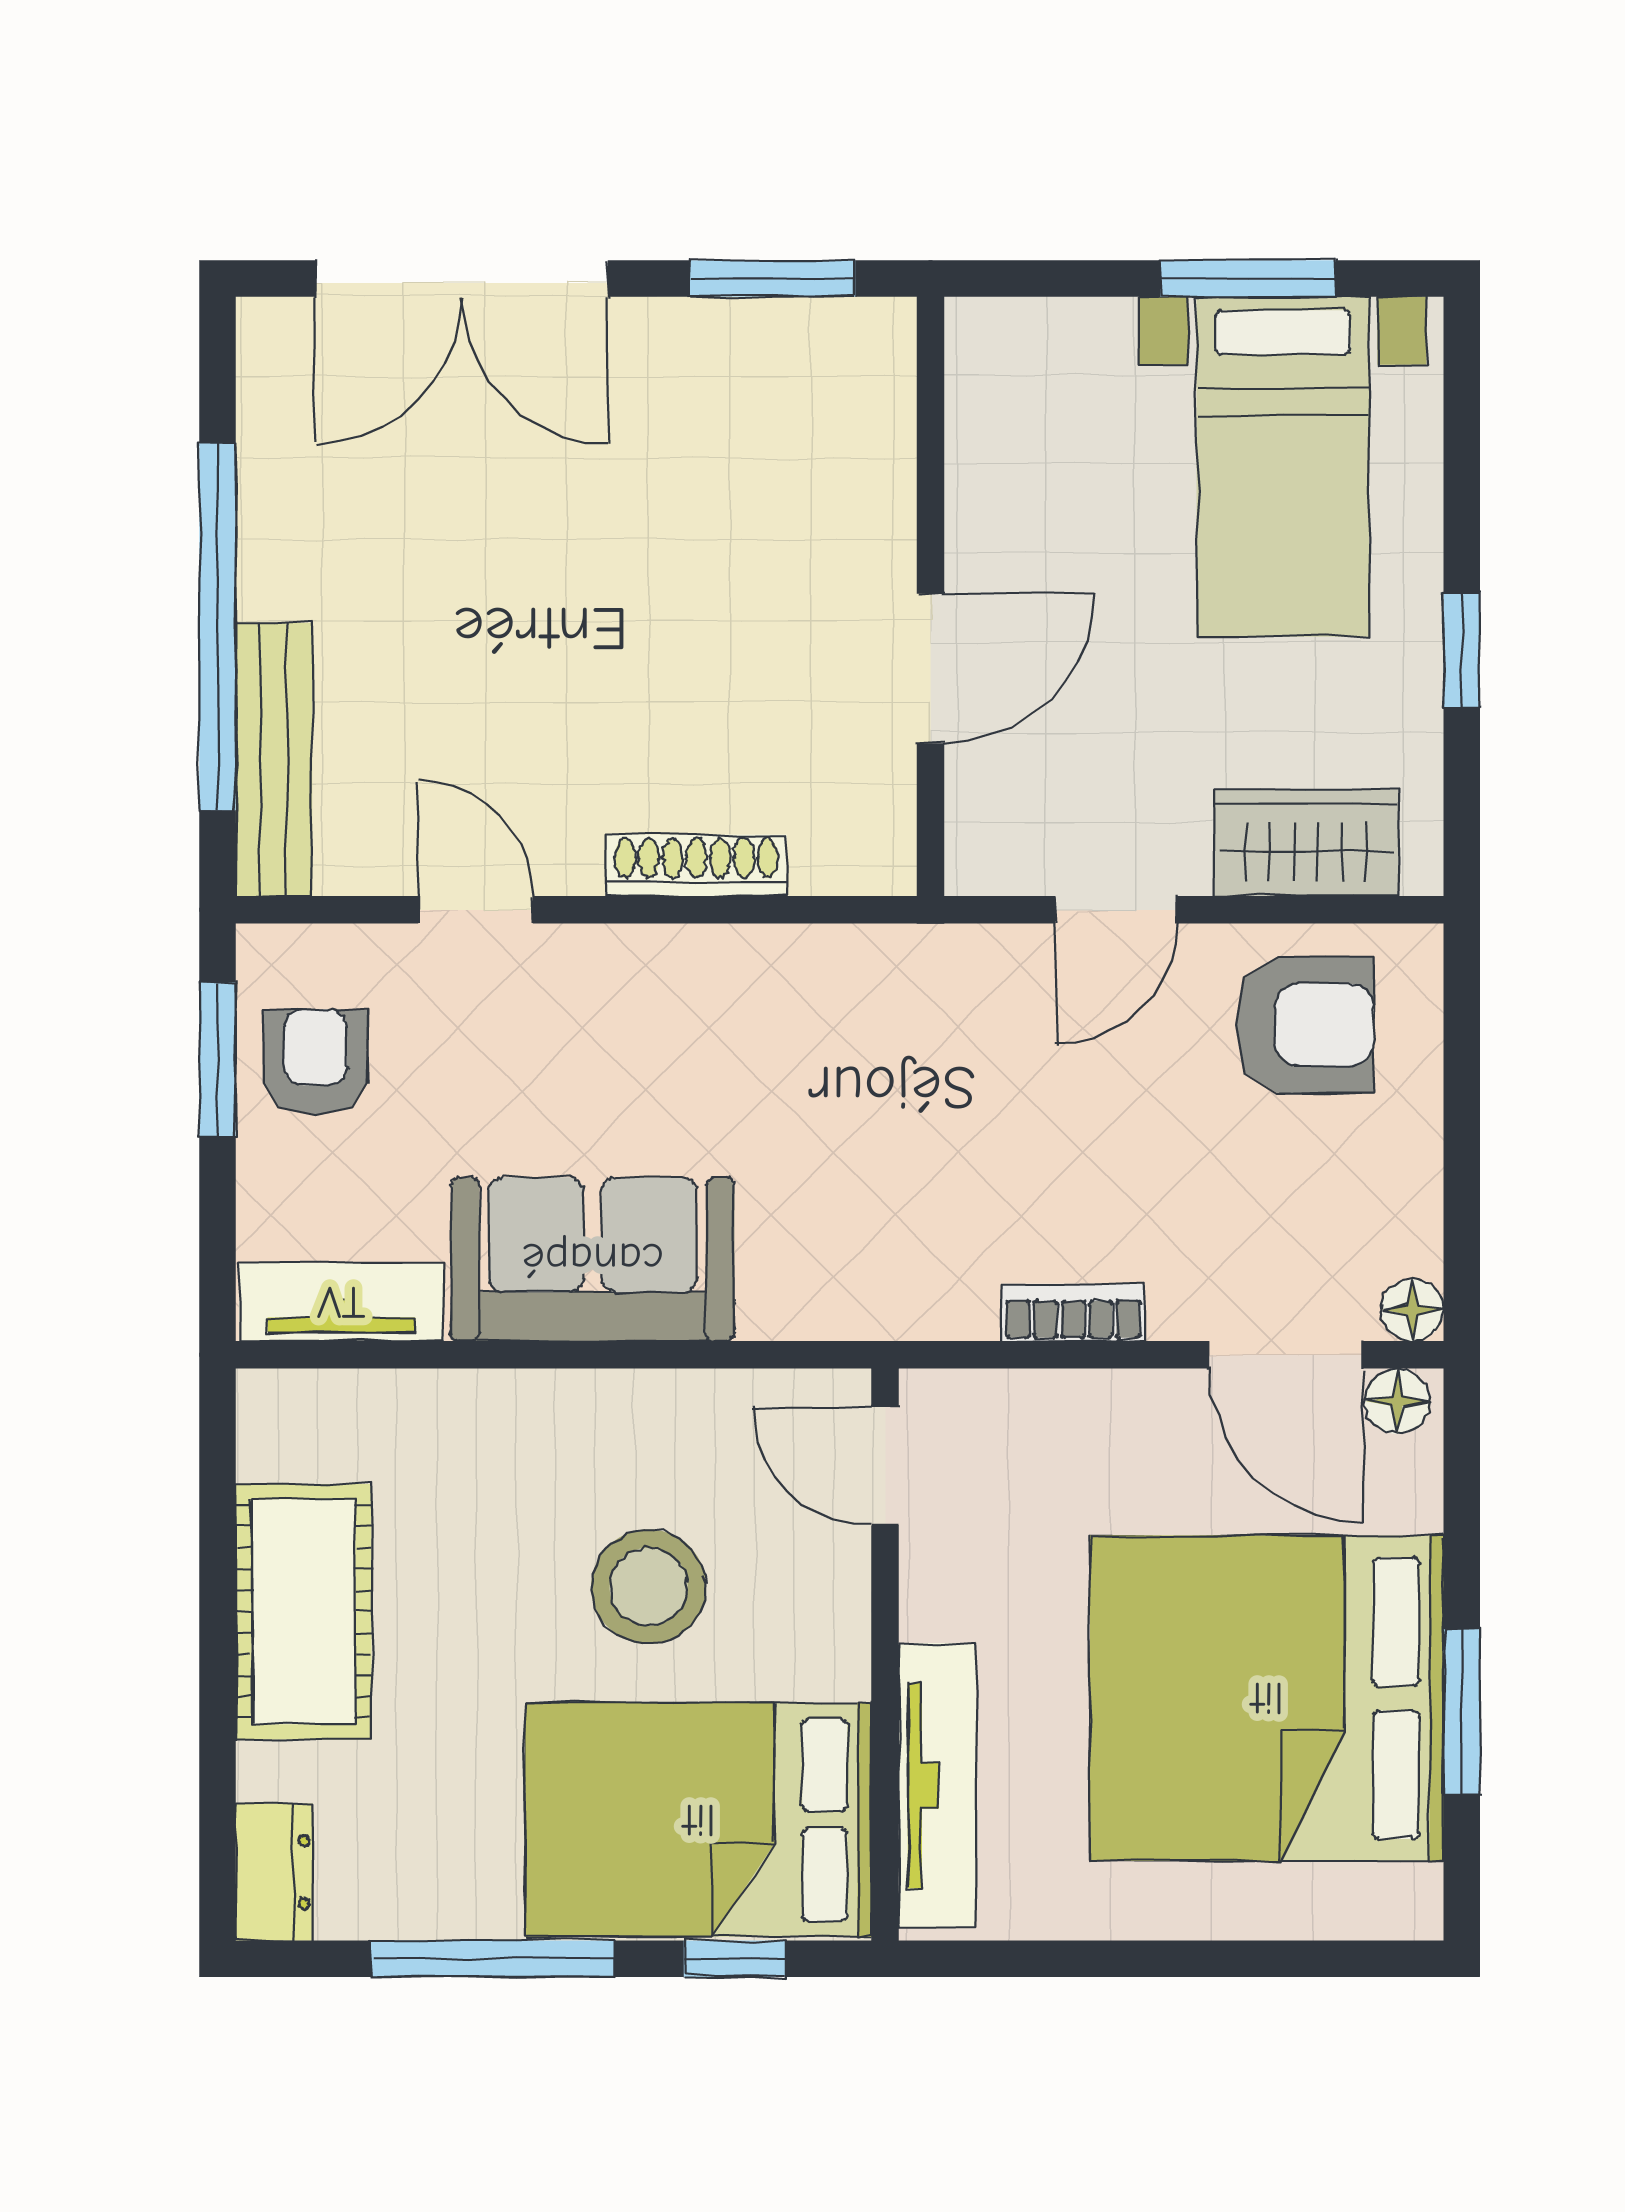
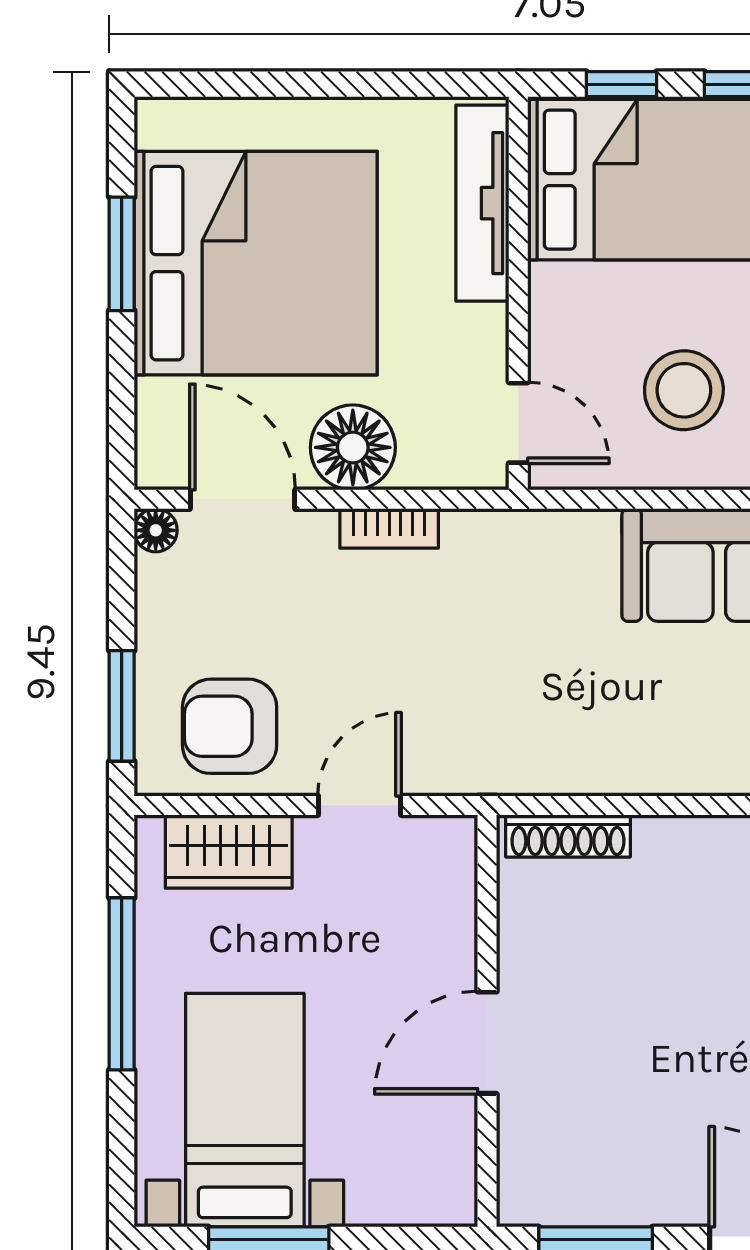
window: (1462, 650) -> (122, 984), width x2.17
door: (930, 668) -> (487, 1043), moved
shoe rack: (696, 865) -> (568, 836), moved
window: (1462, 1055) -> (122, 706), added
floor lamp: (1397, 1401) -> (353, 447), moved, width x1.89, depth x1.89
stool: (649, 1587) -> (684, 390), moved

